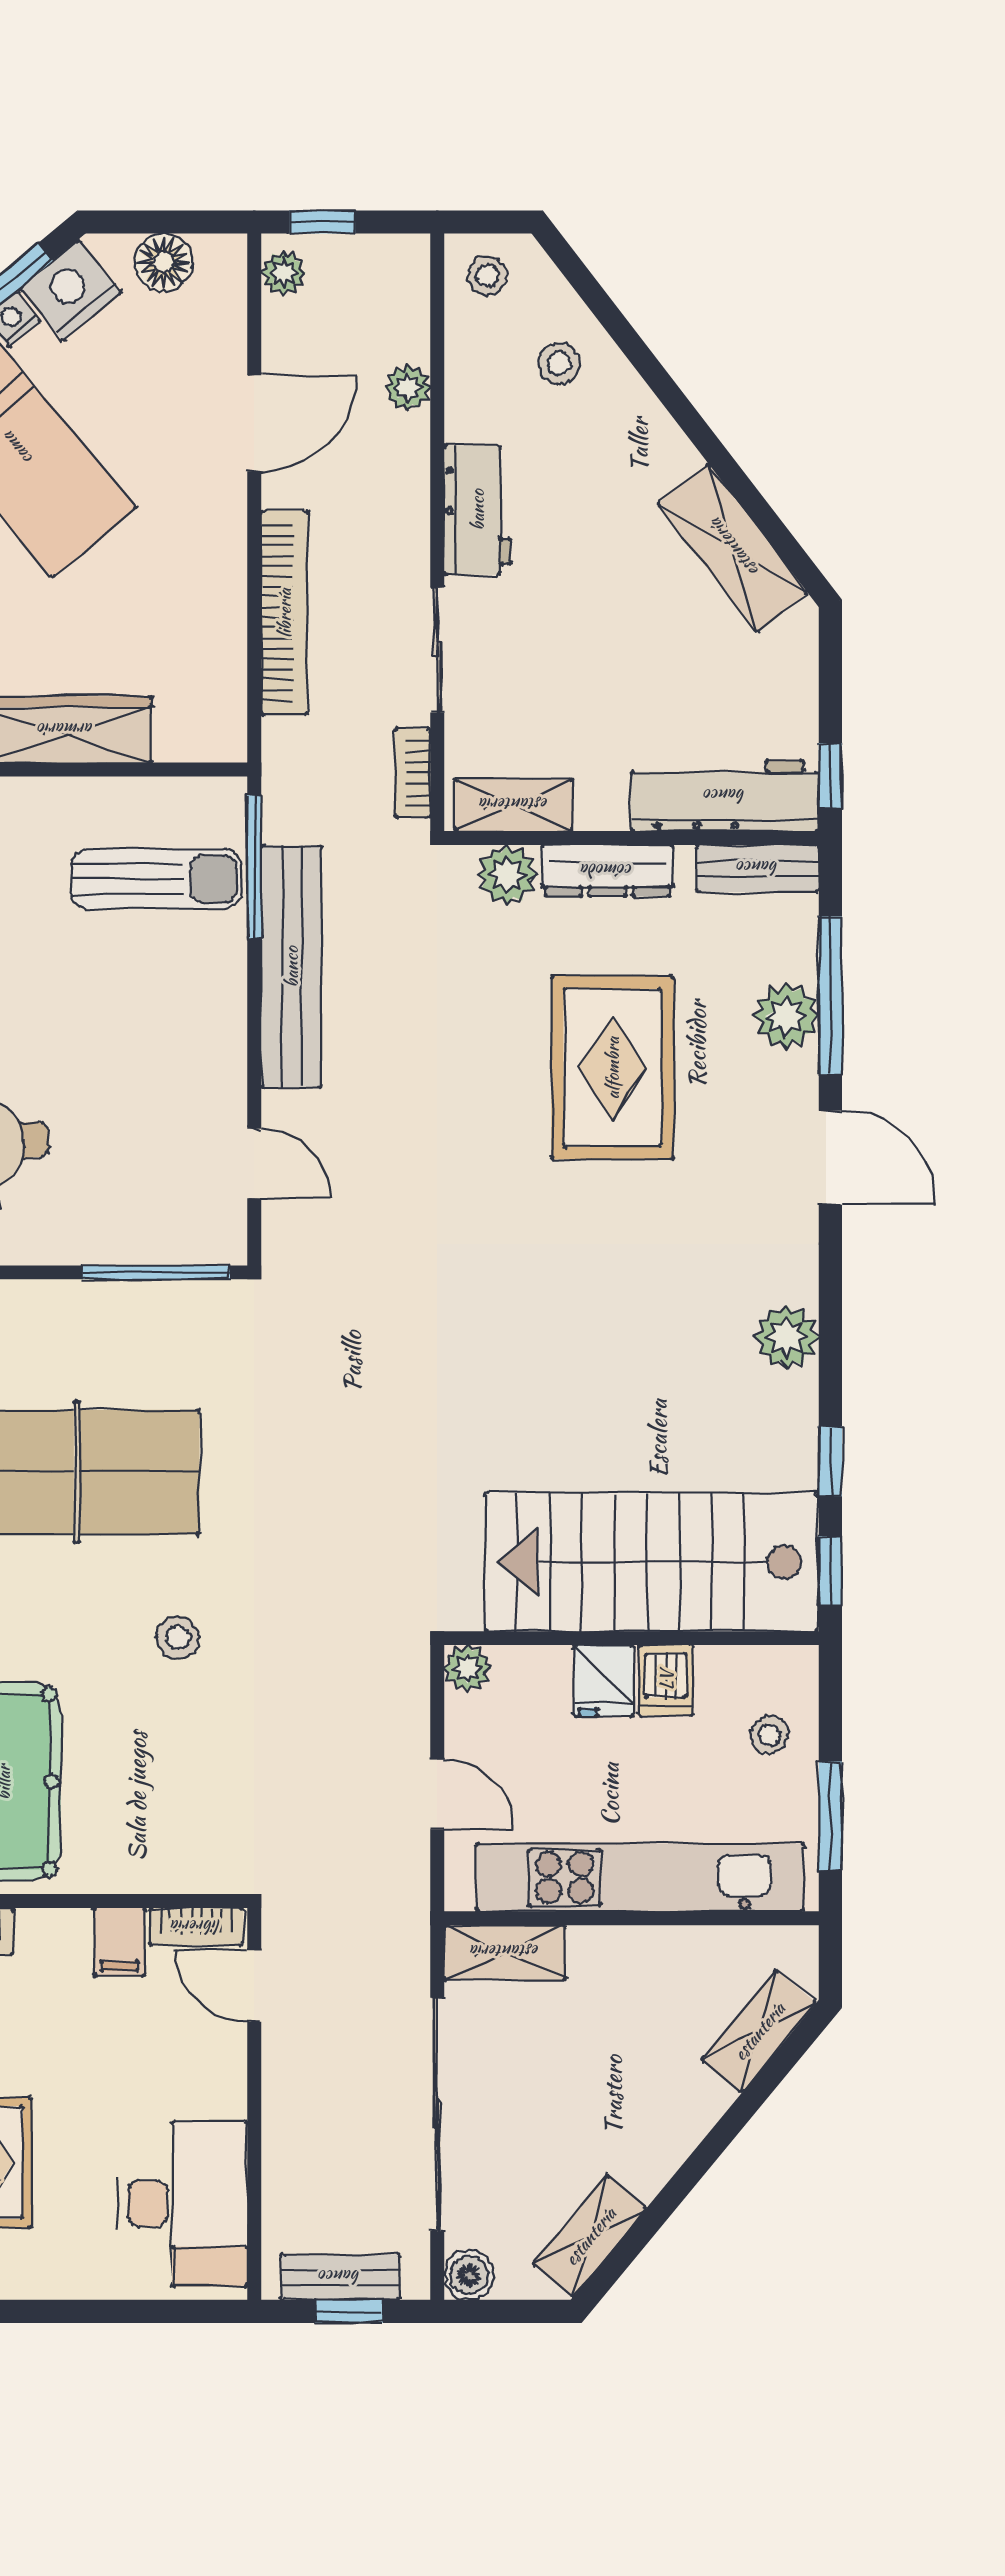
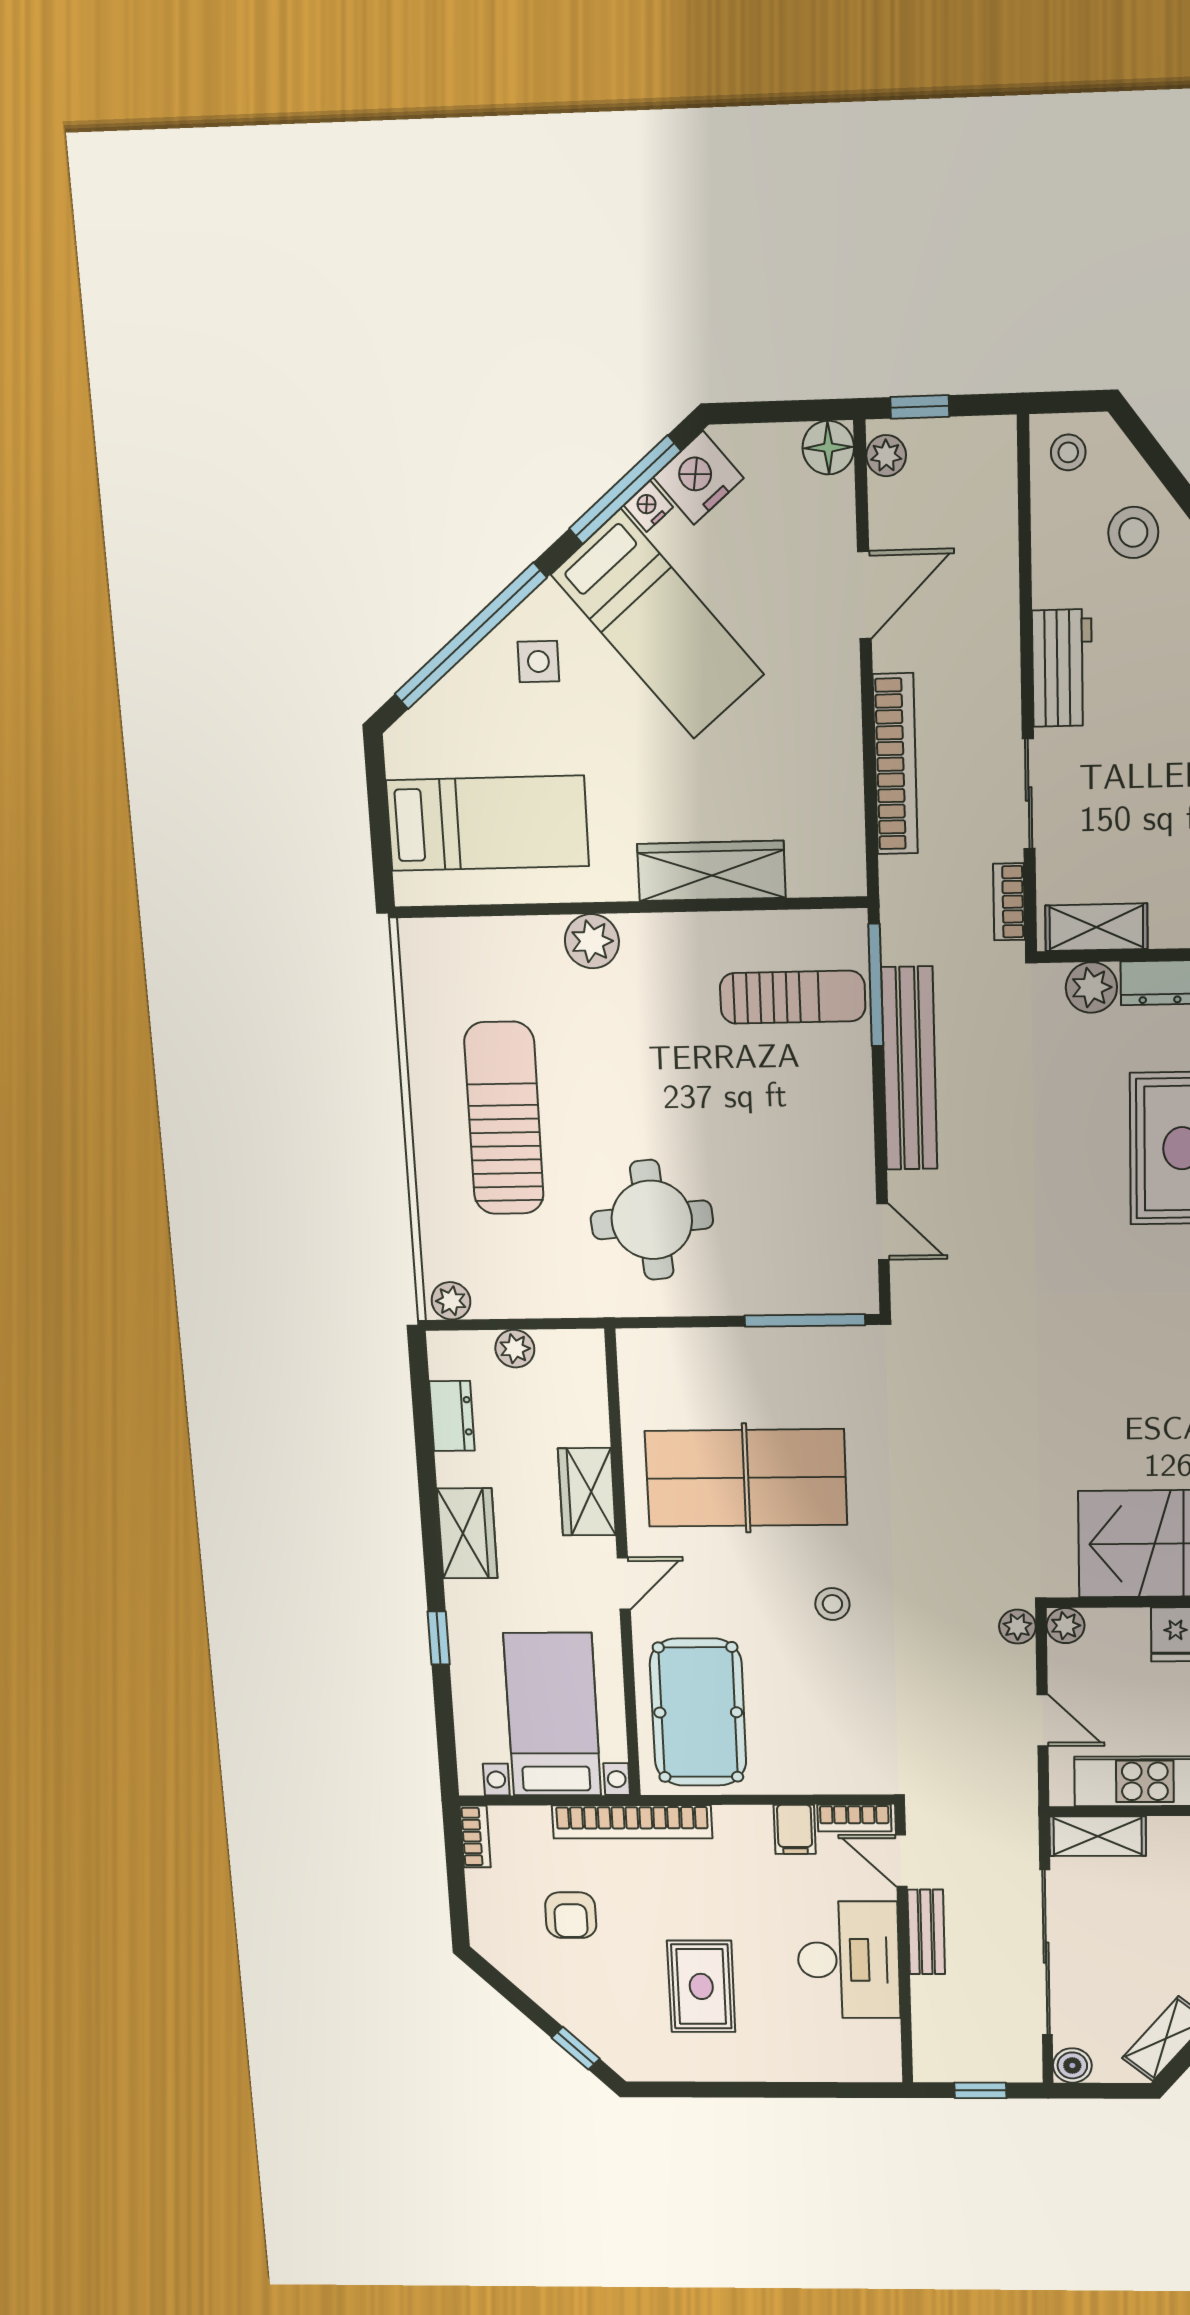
floor lamp: (163, 262) -> (828, 448), moved
stool: (559, 364) -> (1133, 532), width x1.37, depth x1.37
plant: (408, 388) -> (1017, 1627), moved
desk: (183, 2204) -> (849, 1960), moved
bench: (340, 2277) -> (926, 1932), moved, turned 90

